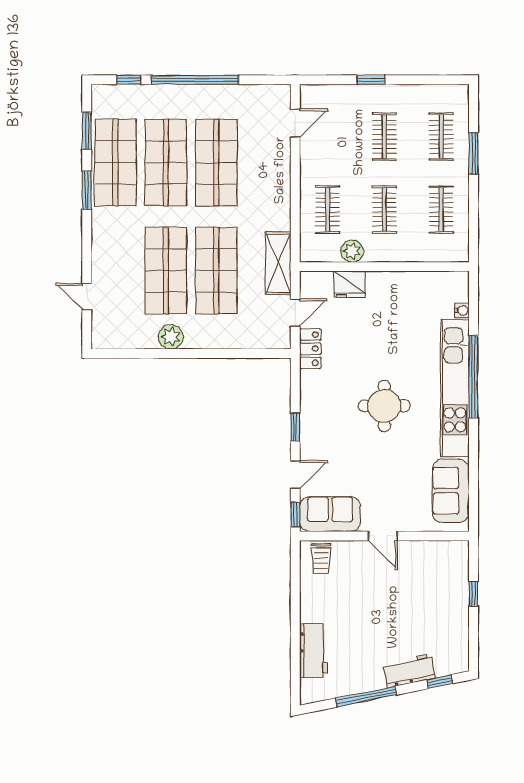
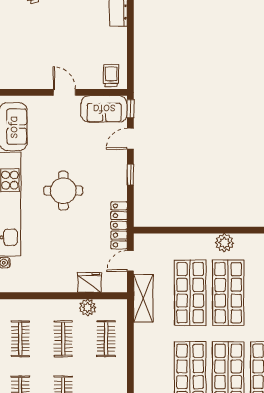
locker: (310, 349) -> (119, 225), width x1.53

